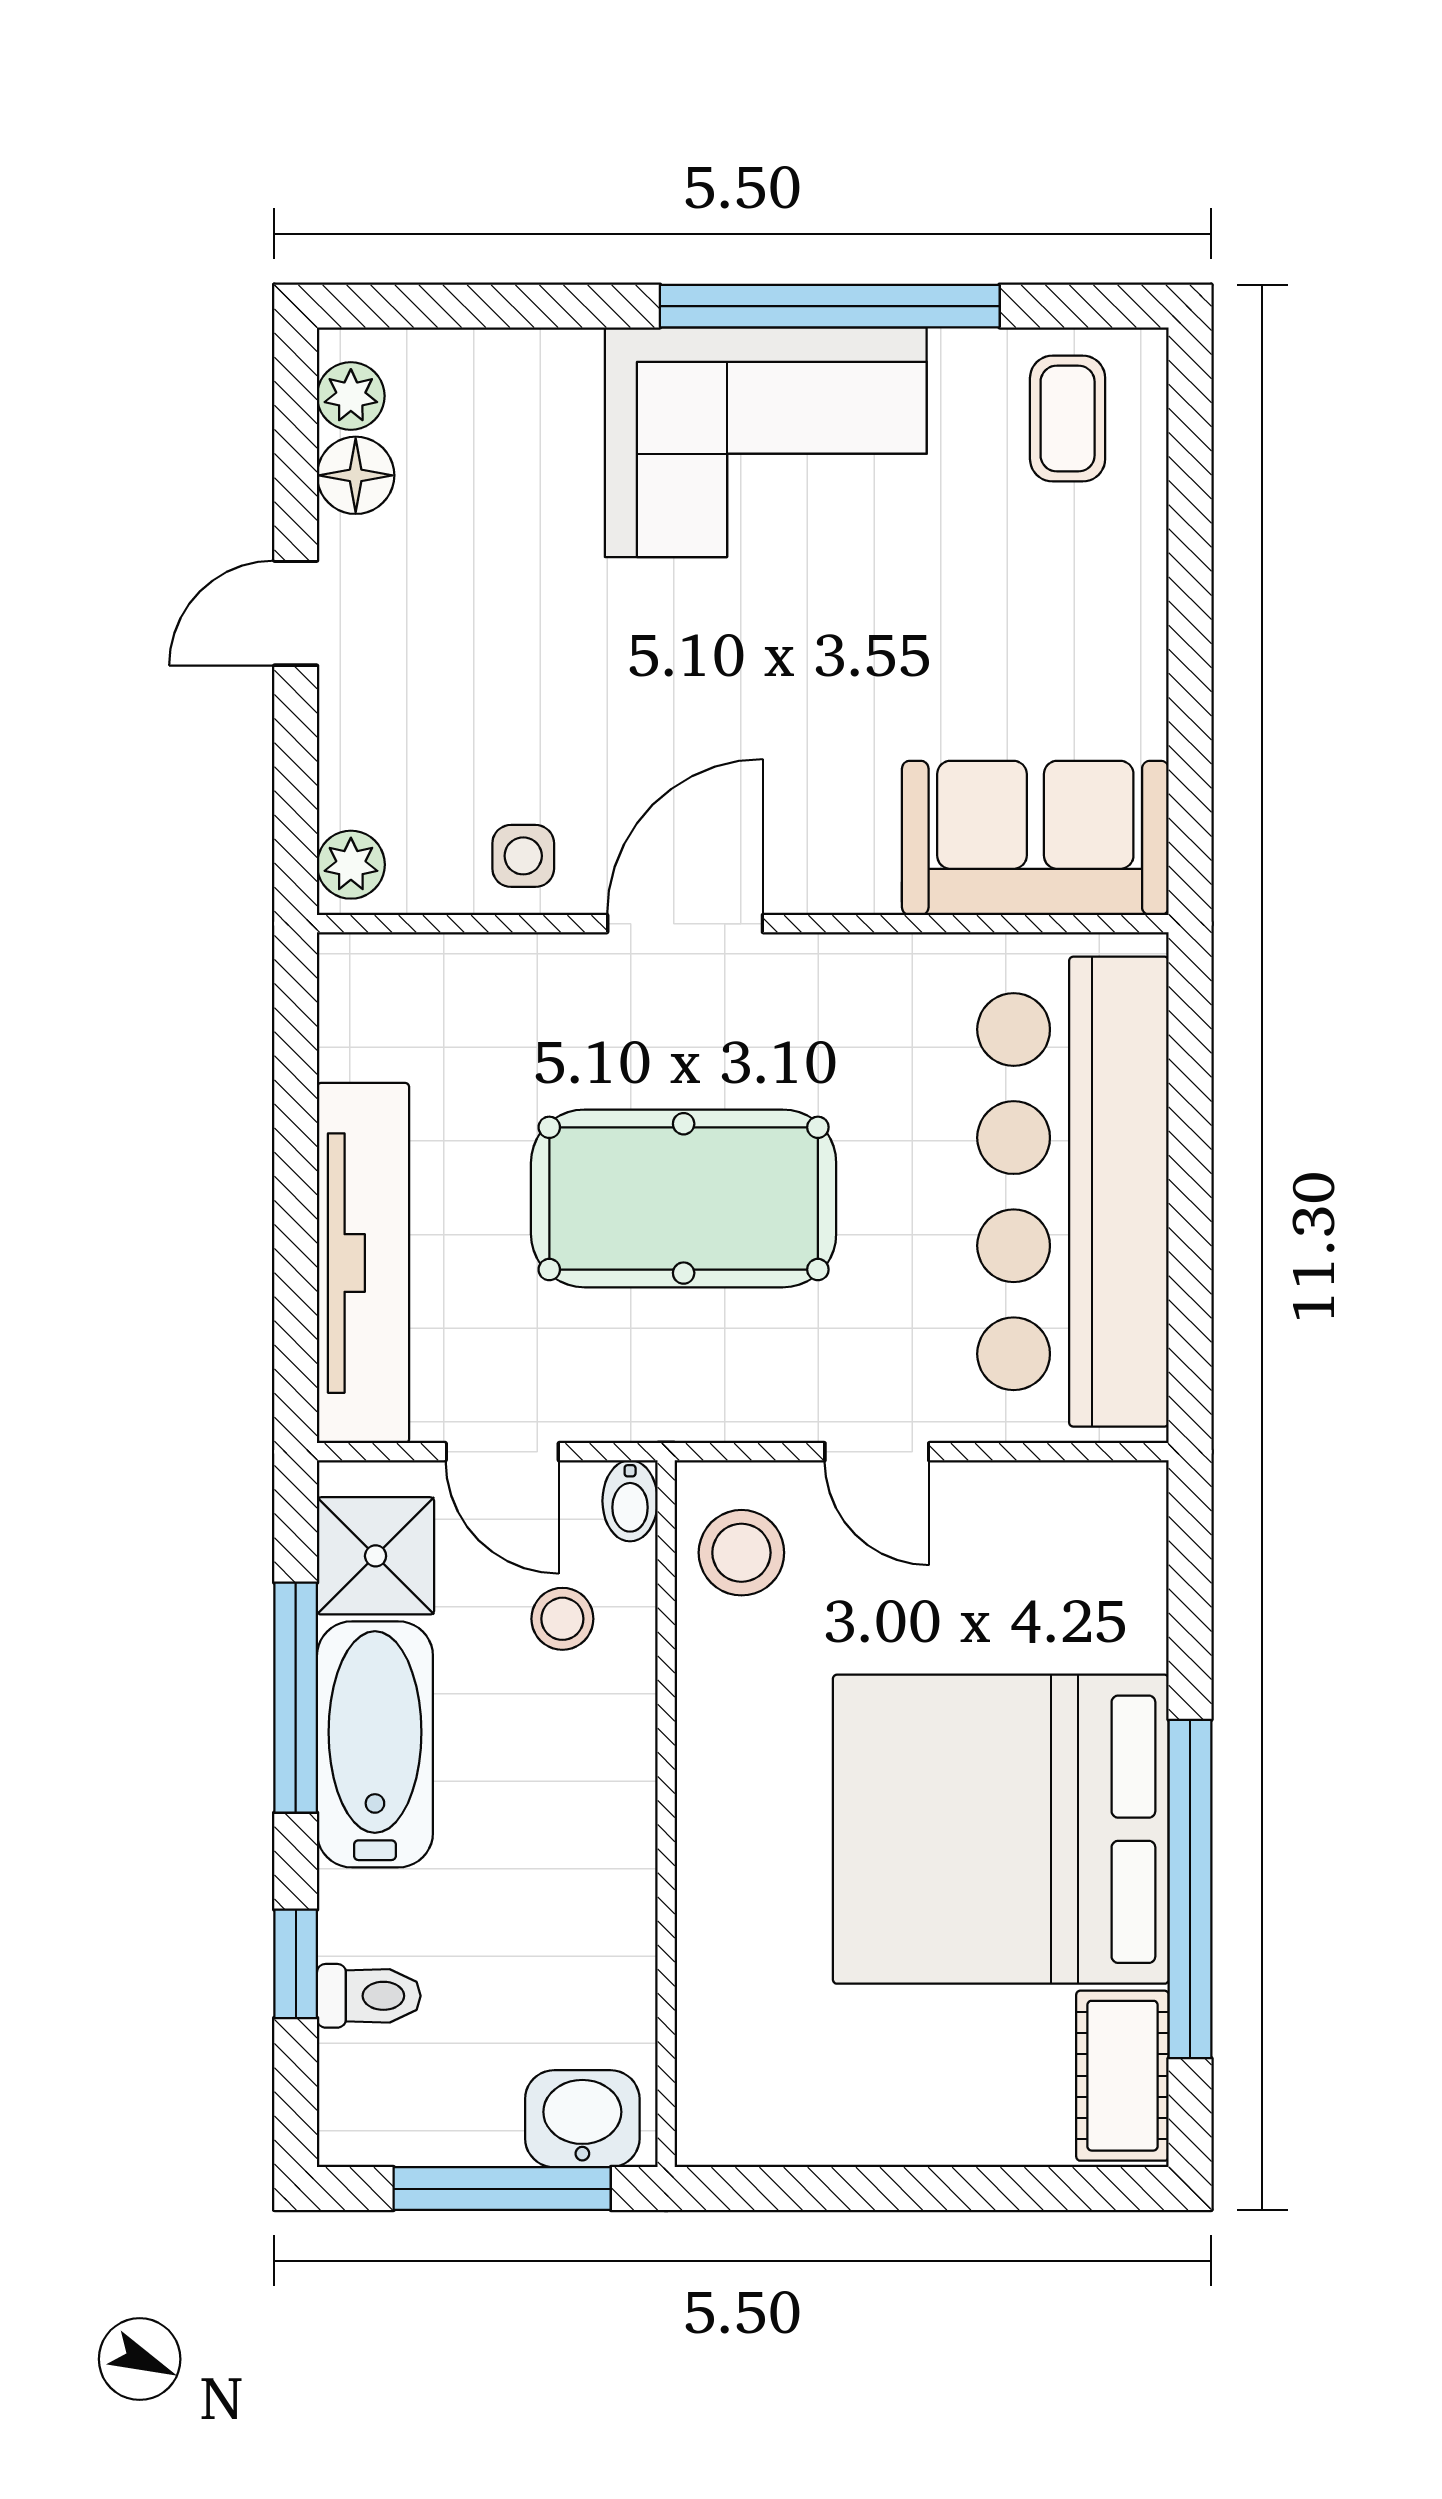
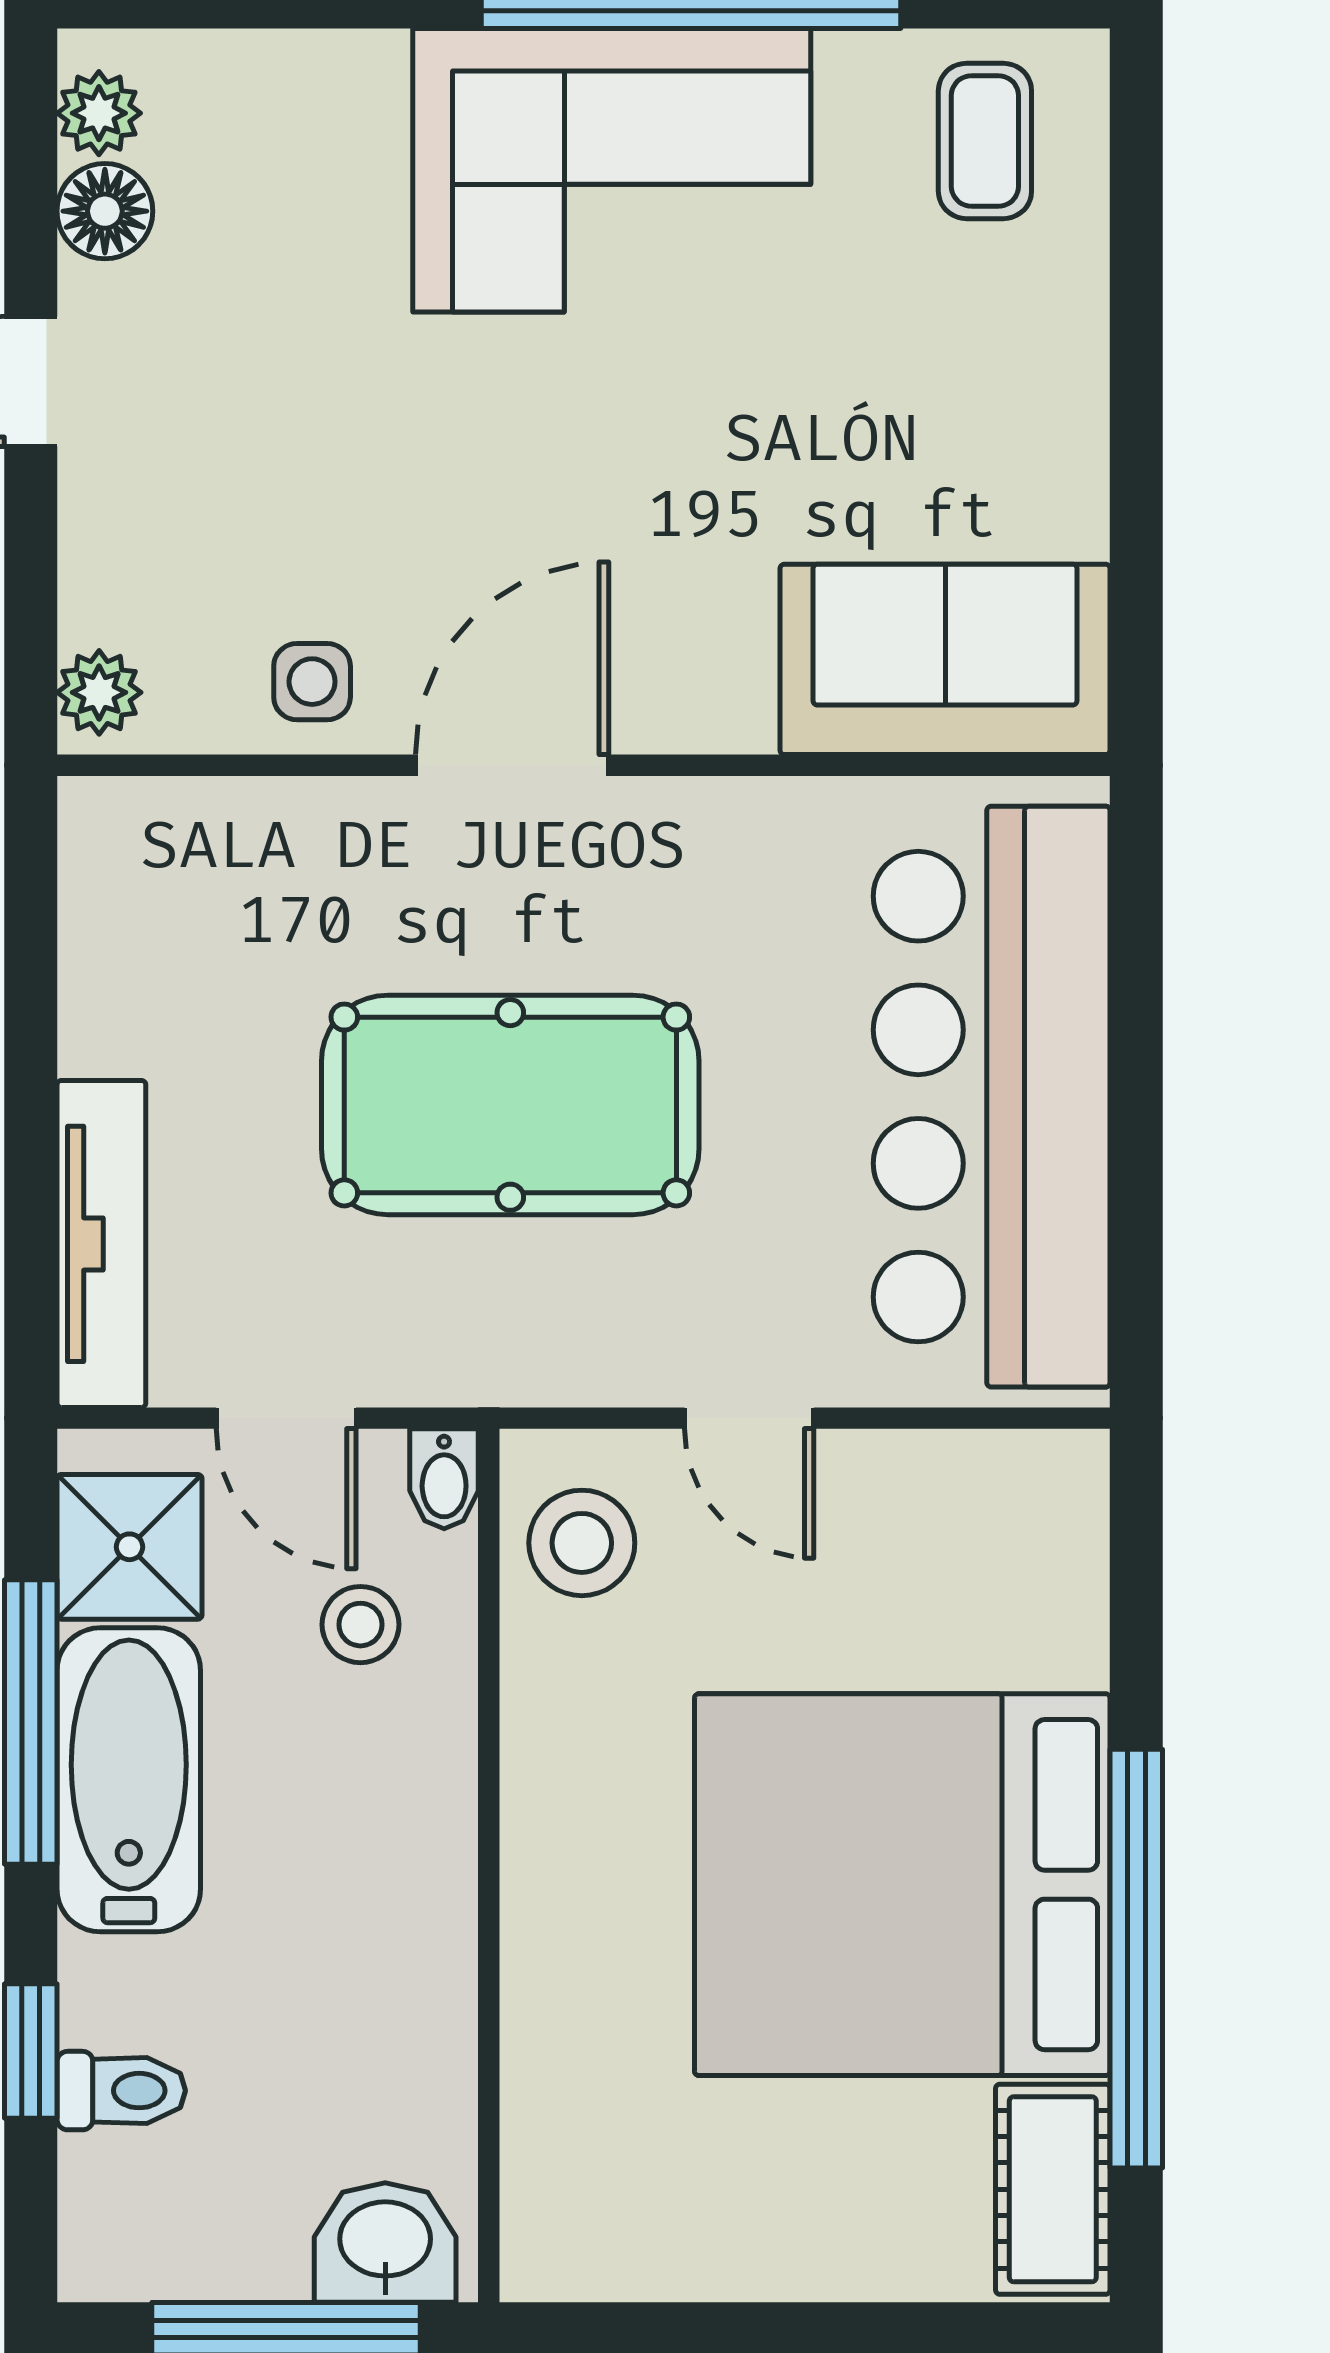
tv unit: (363, 1263) -> (101, 1244), width x0.73, depth x0.78

